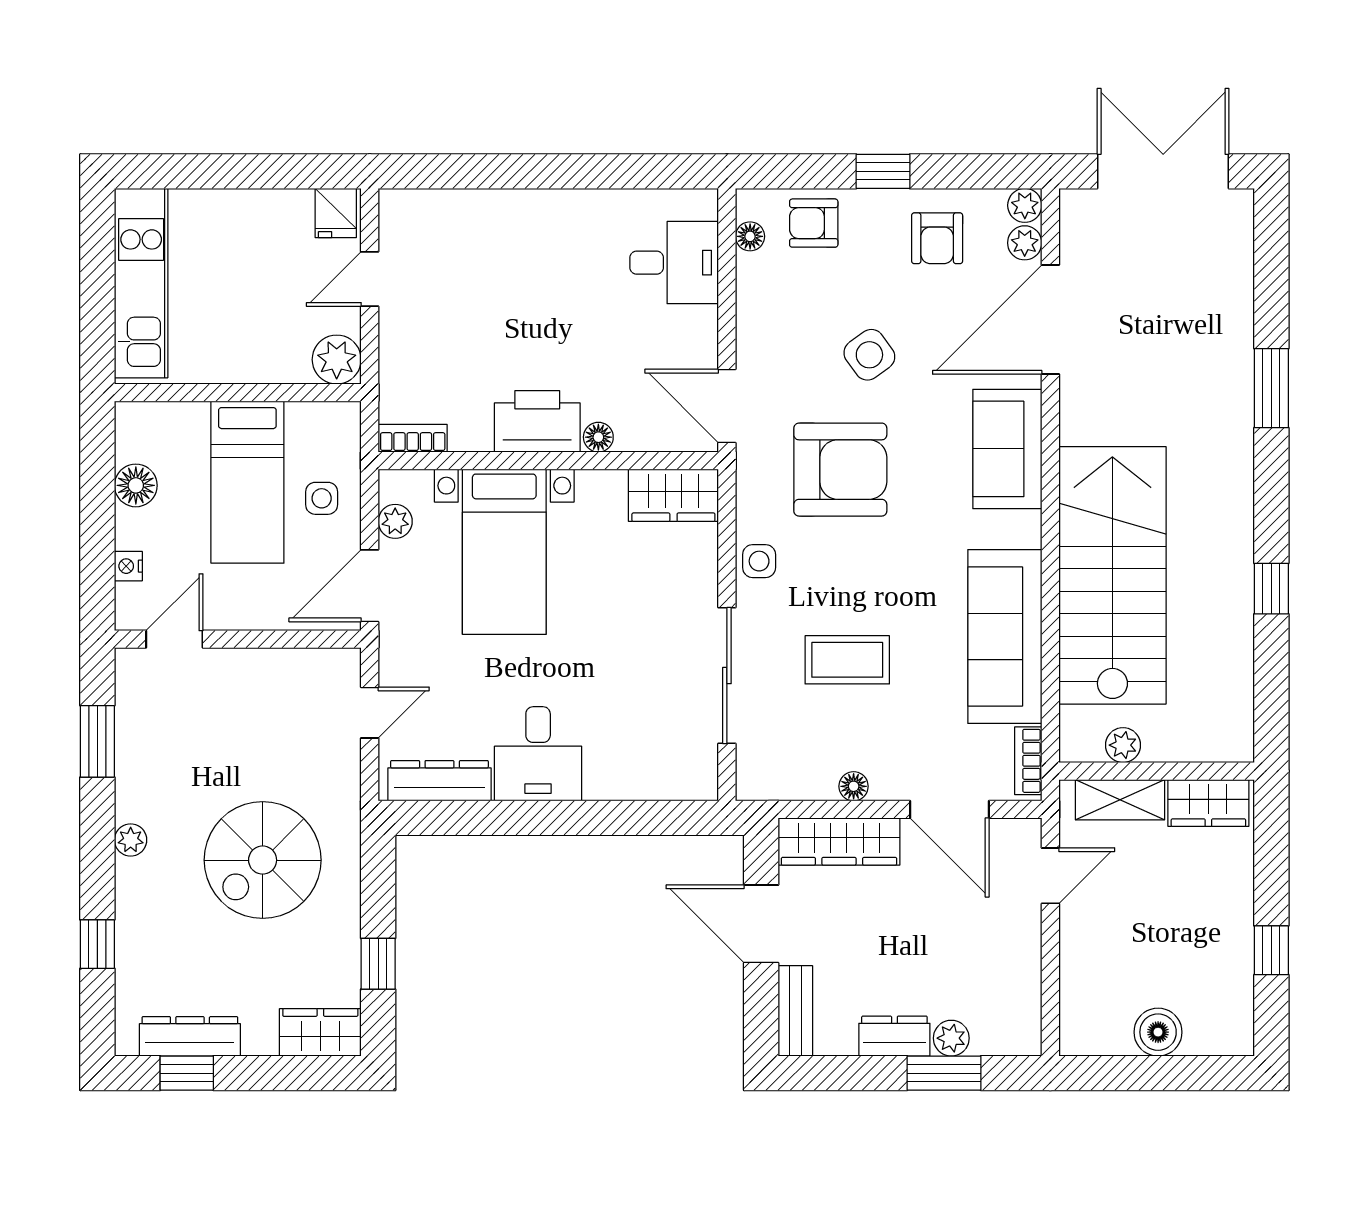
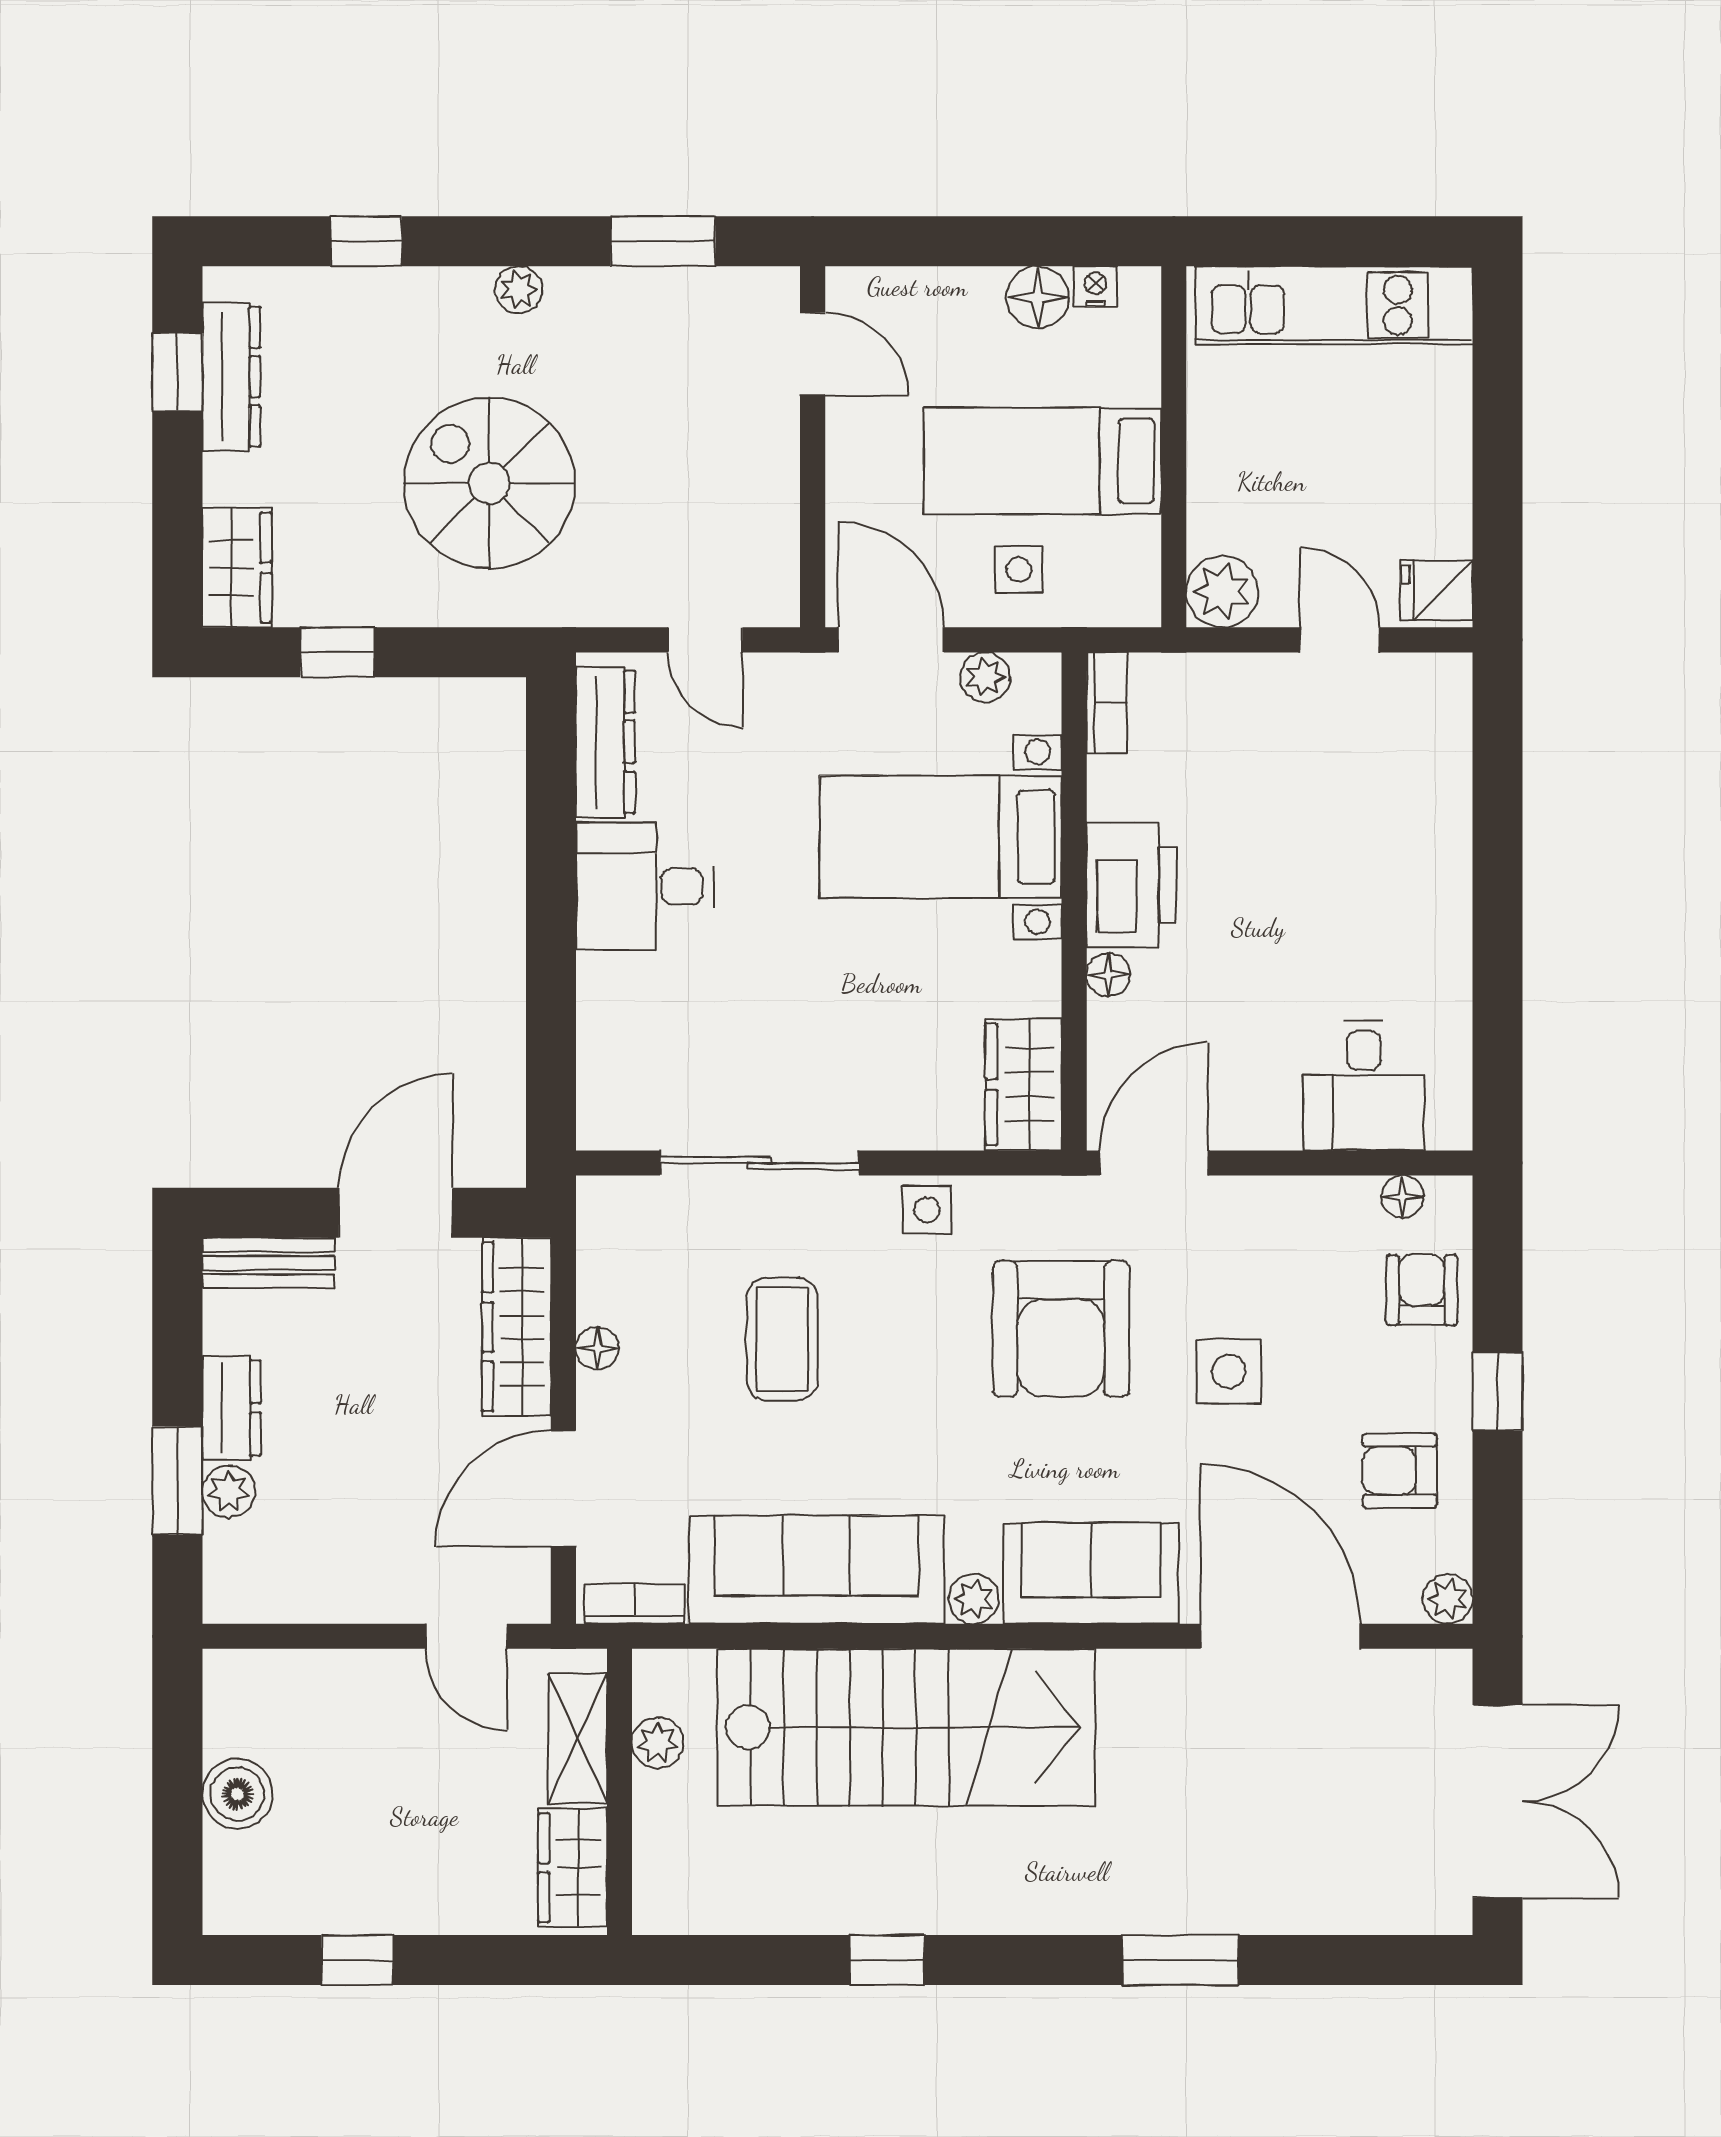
plant: (1025, 243) -> (974, 1599), moved
side table: (869, 355) -> (1229, 1371), turned 36
nightstand: (128, 566) -> (1096, 287), moved

